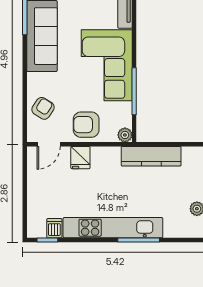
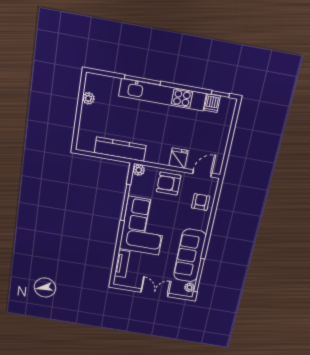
armchair: (43, 108) -> (201, 202), turned 147
armchair: (86, 125) -> (169, 184), turned 180

